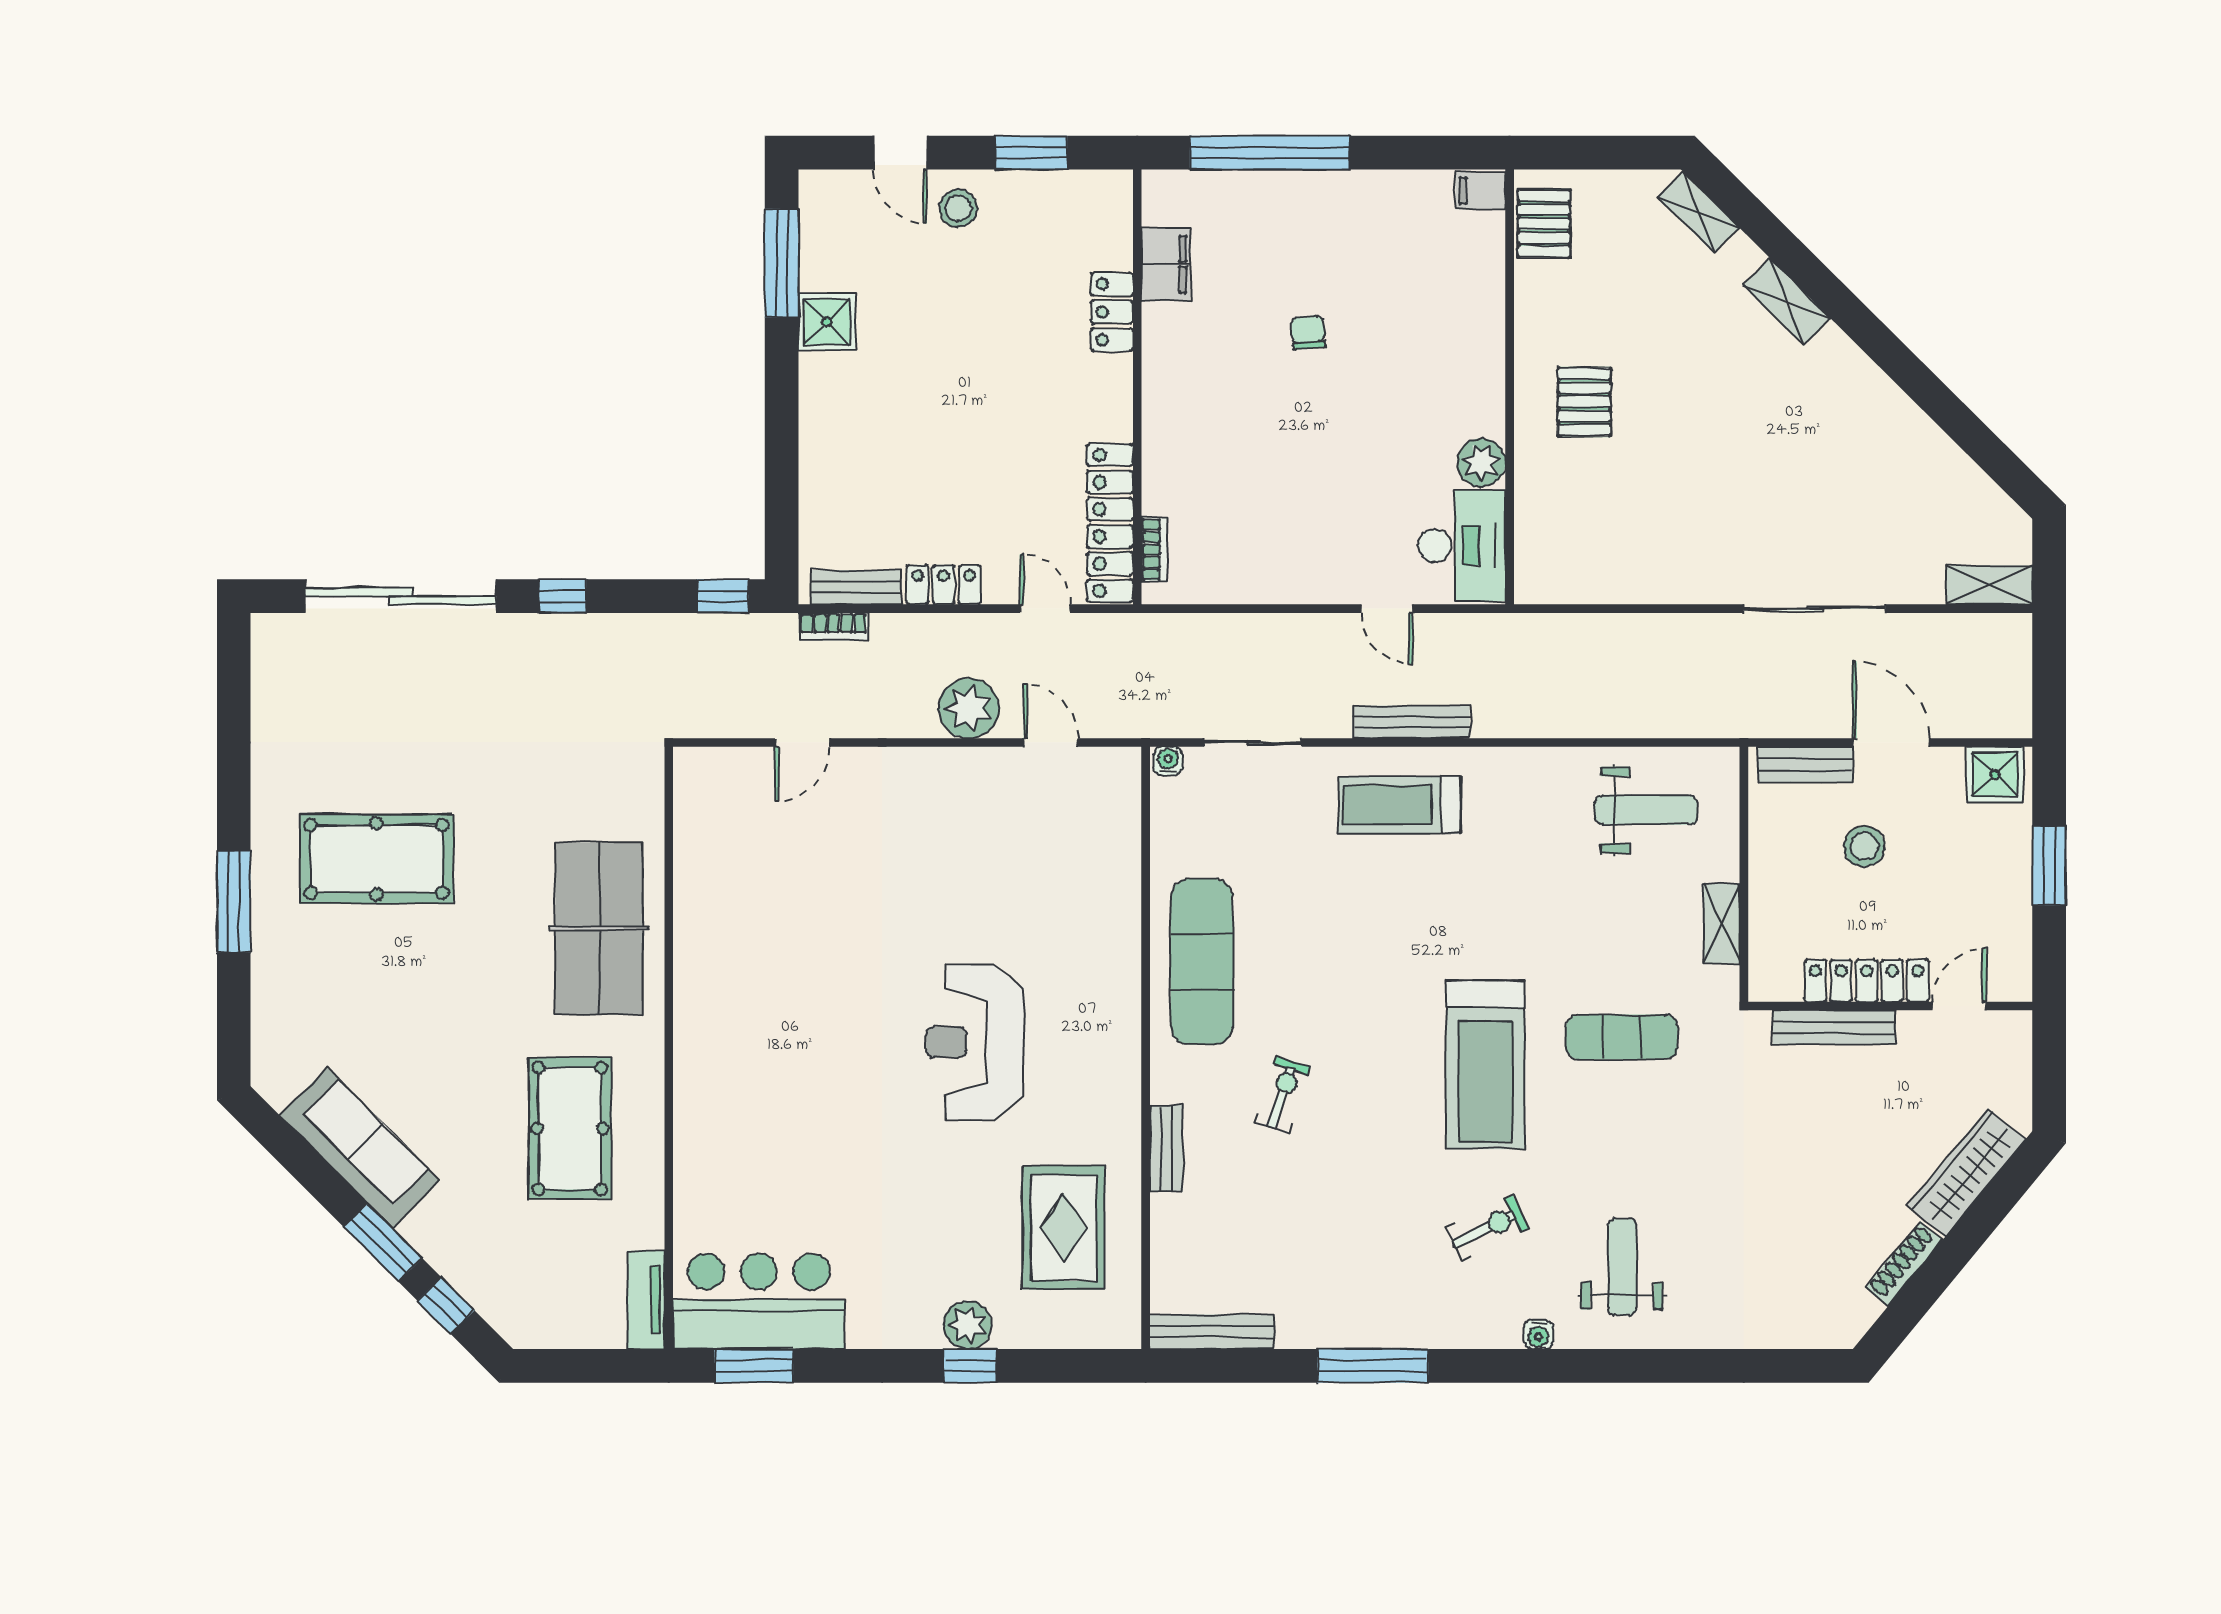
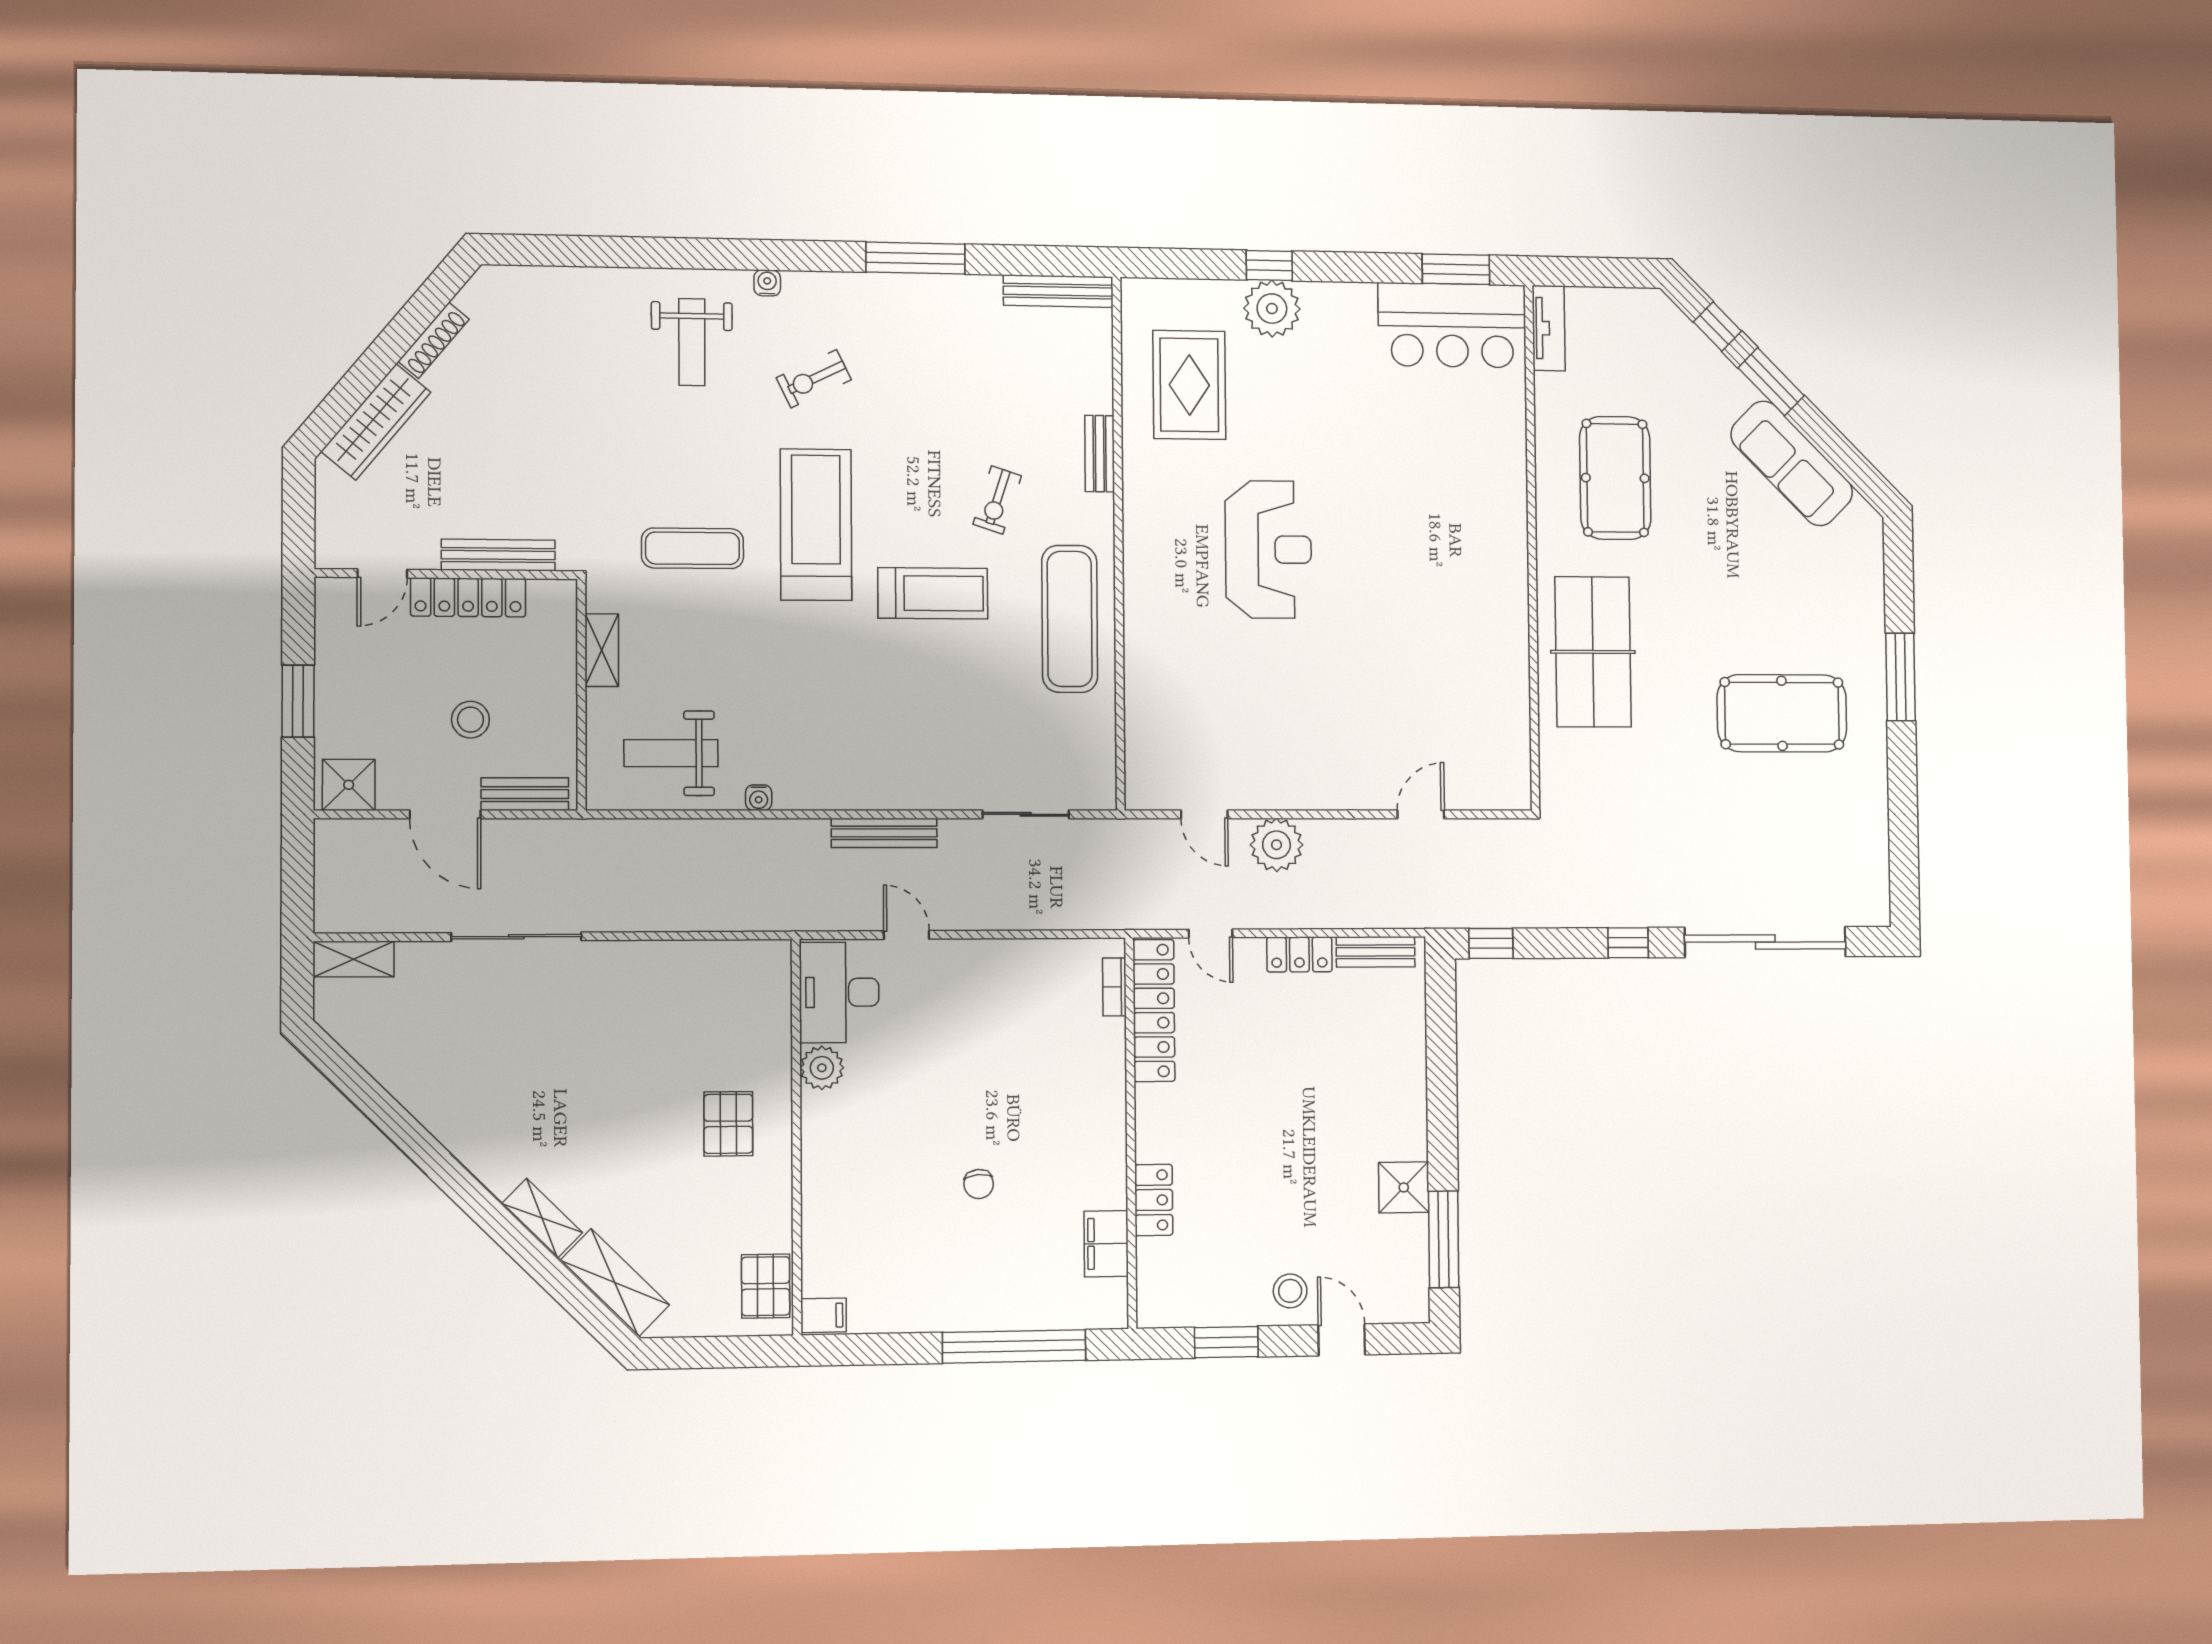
shelving: (1698, 212) -> (615, 1283), width x1.50, depth x1.33
bookcase: (834, 627) -> (1395, 917), removed
water cooler: (1168, 761) -> (759, 798), moved
treadmill: (1399, 805) -> (933, 593), moved
plant: (968, 1325) -> (1272, 309), width x1.36, depth x1.36

